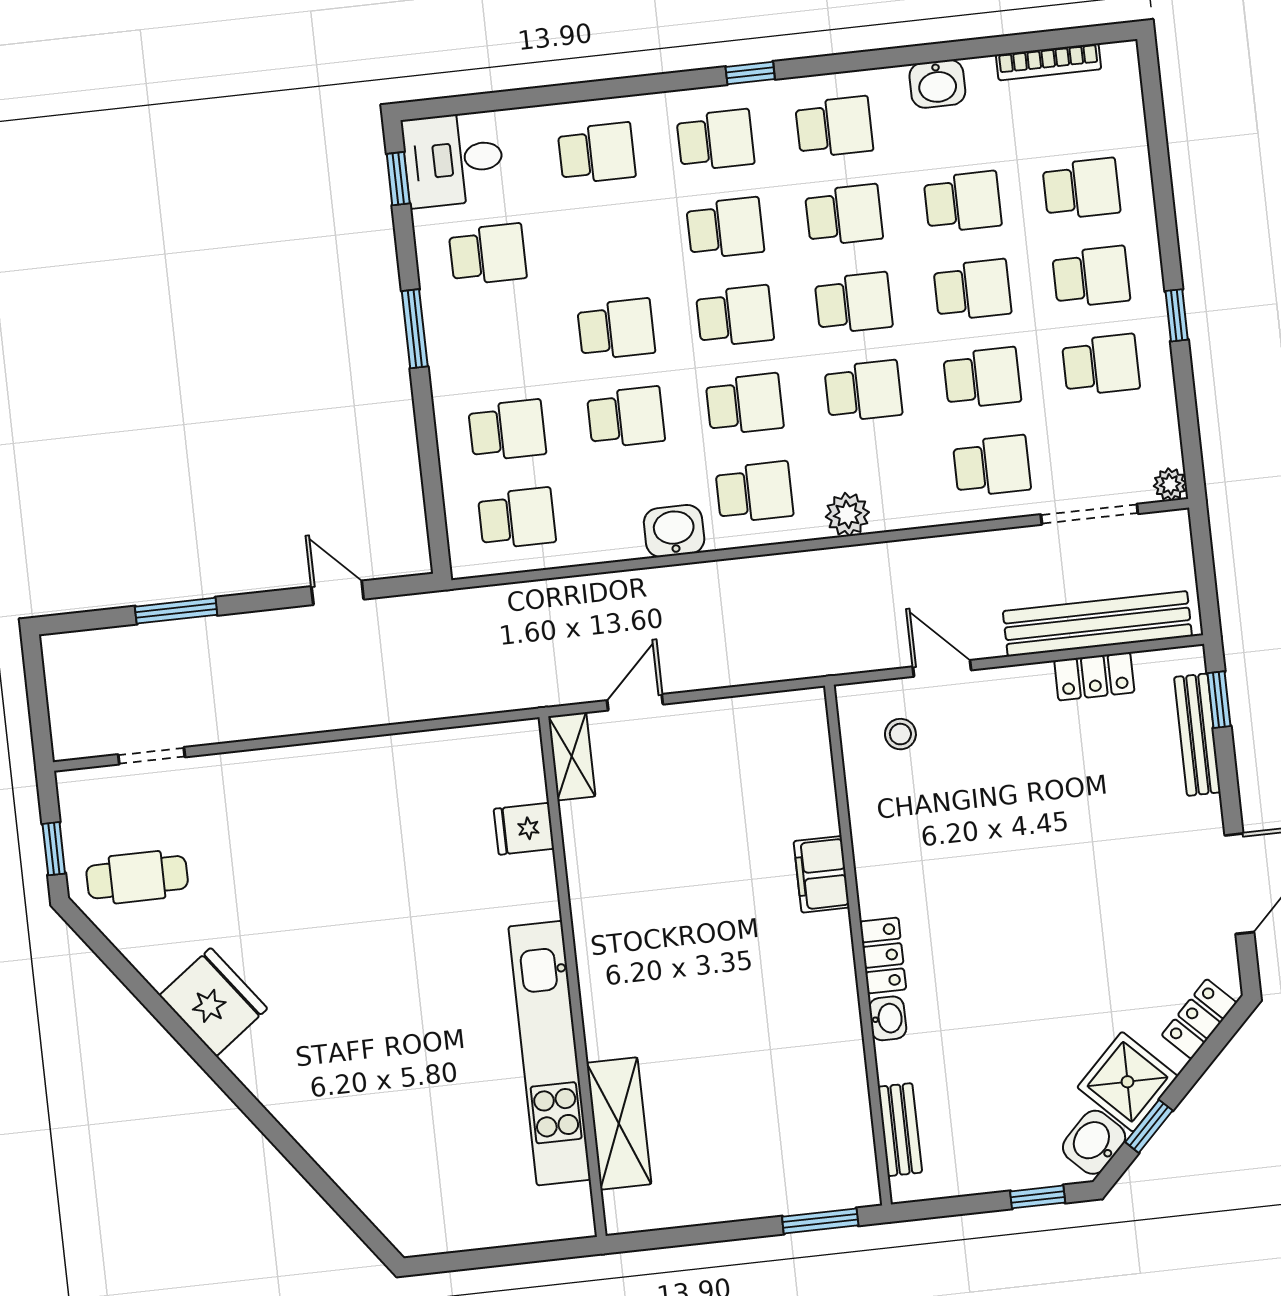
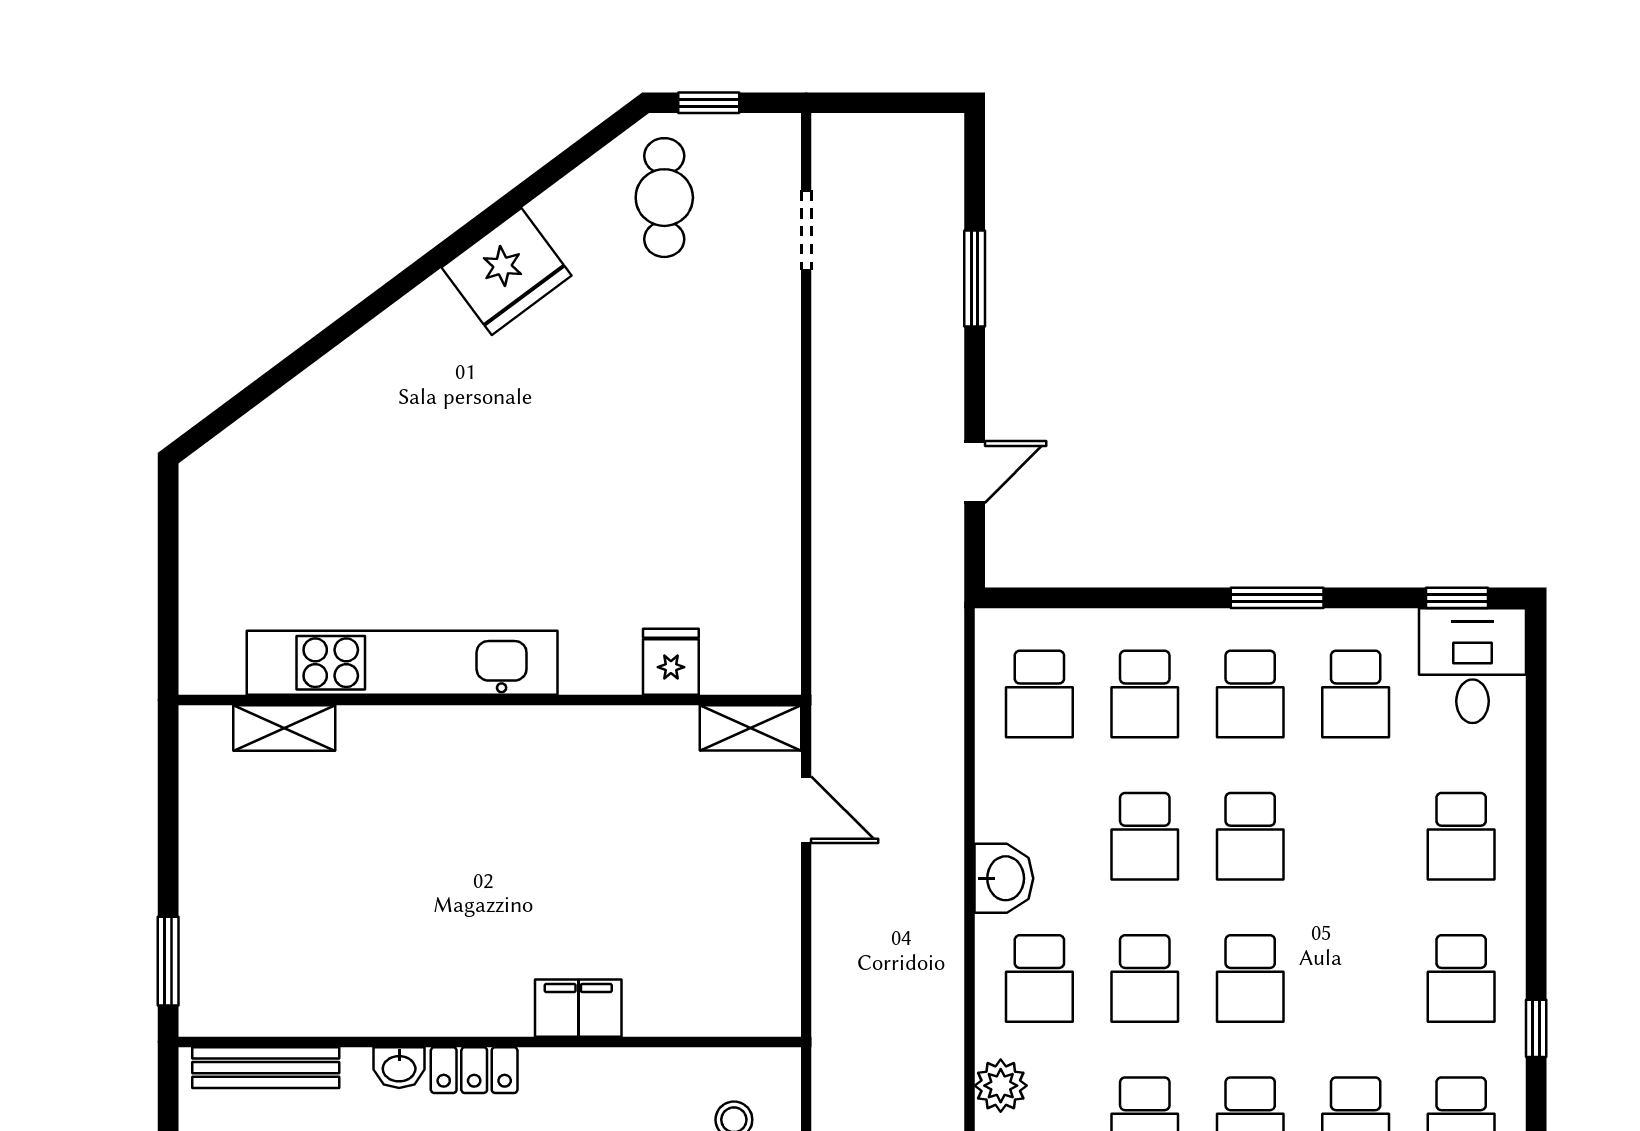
school desk: (725, 228) -> (1250, 694), moved
shelving: (619, 1124) -> (284, 728), width x0.67, depth x0.75
bench: (900, 1130) -> (266, 1068), width x1.36

